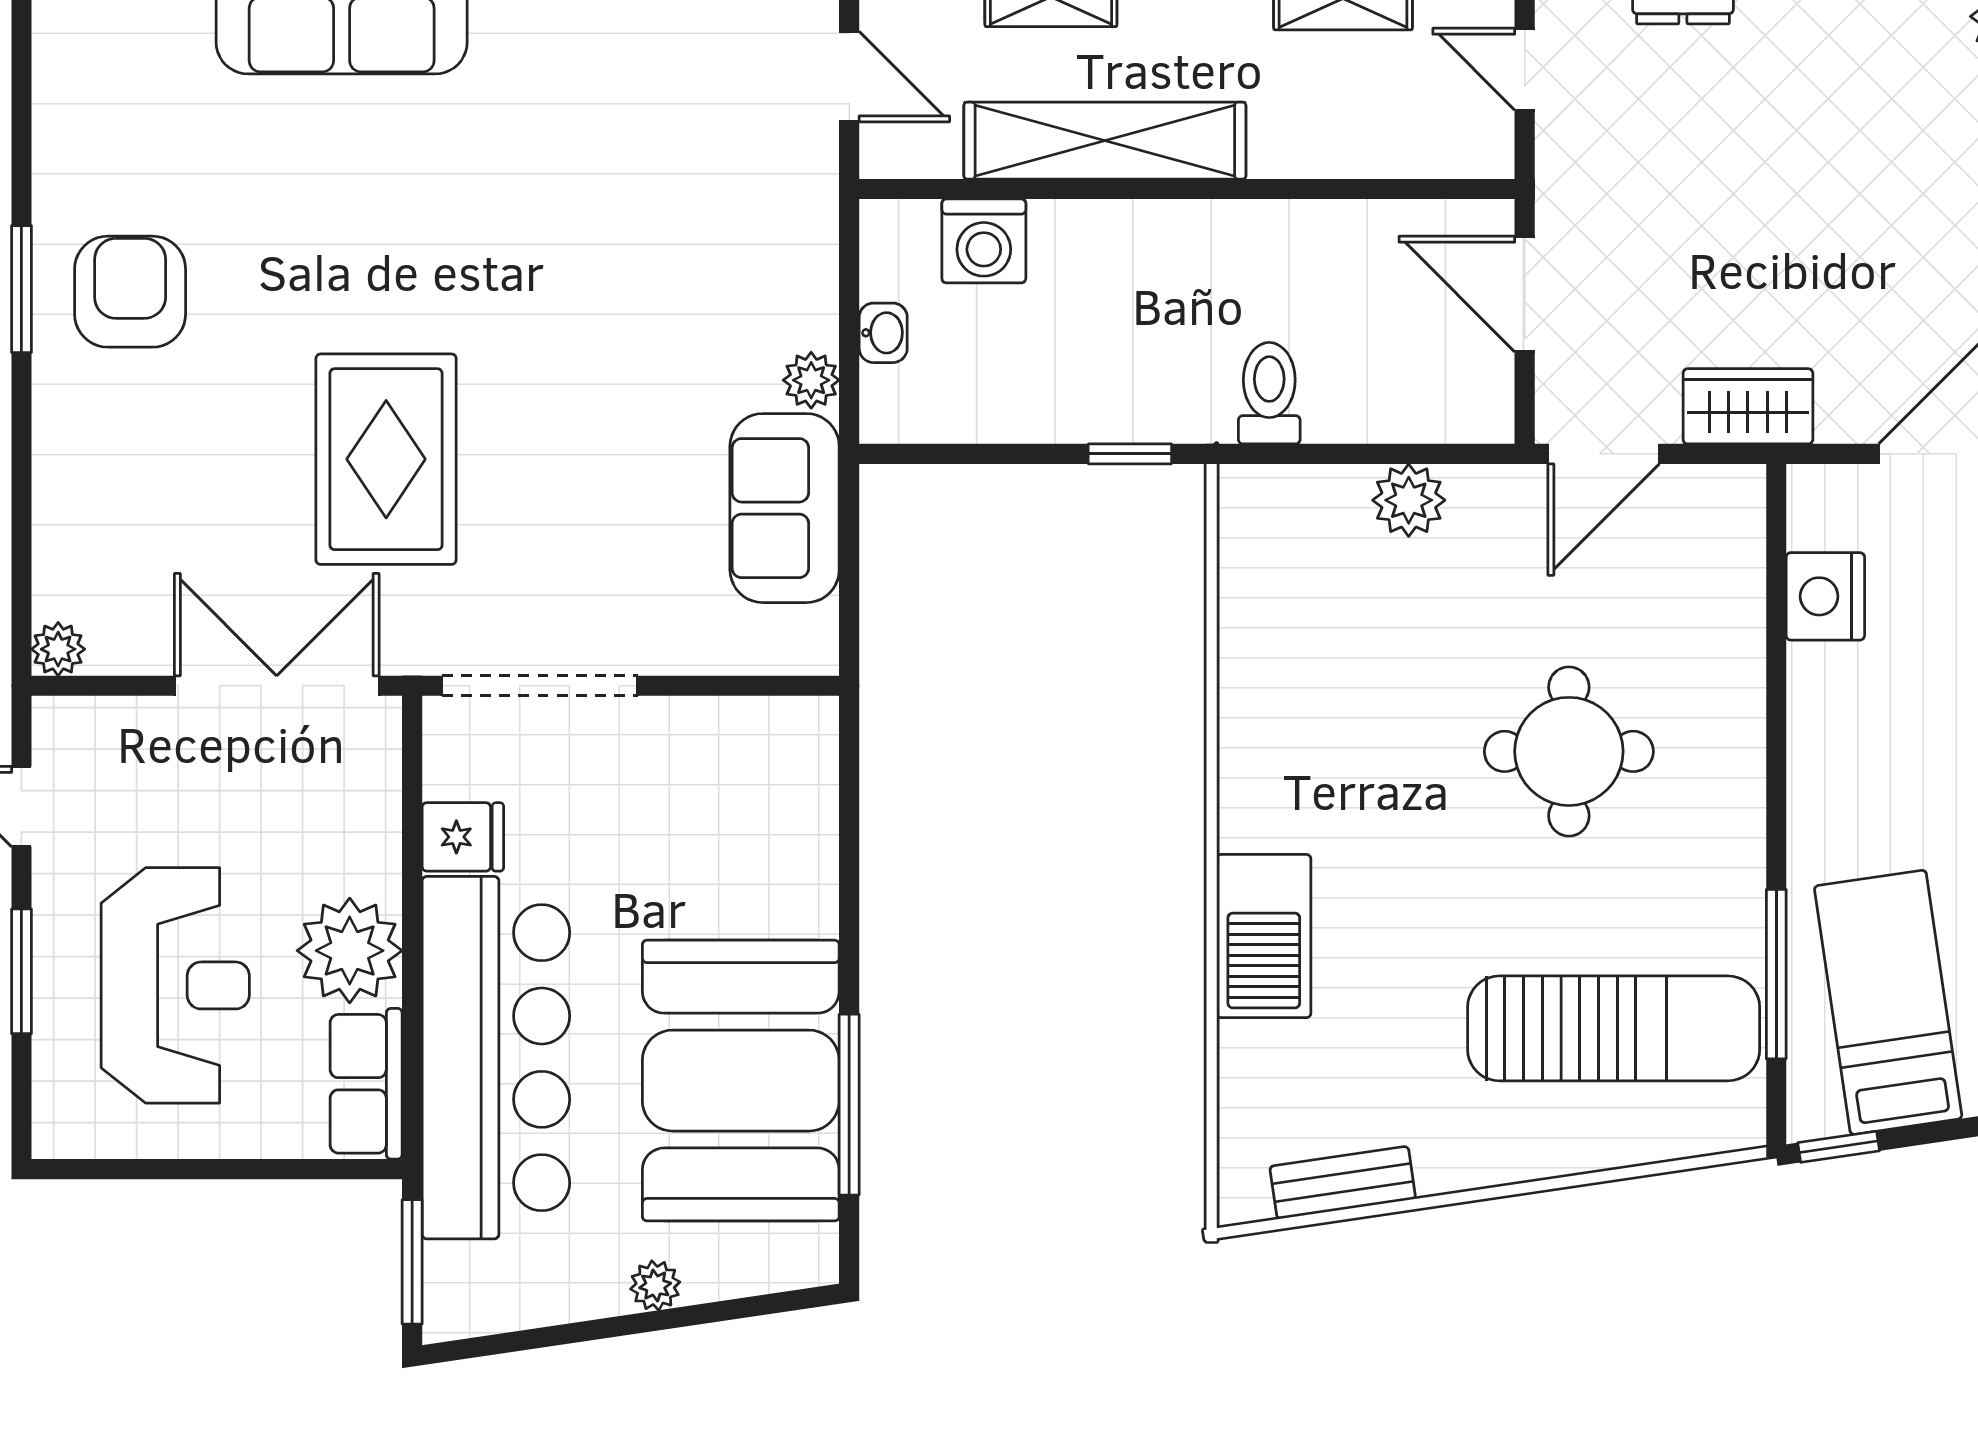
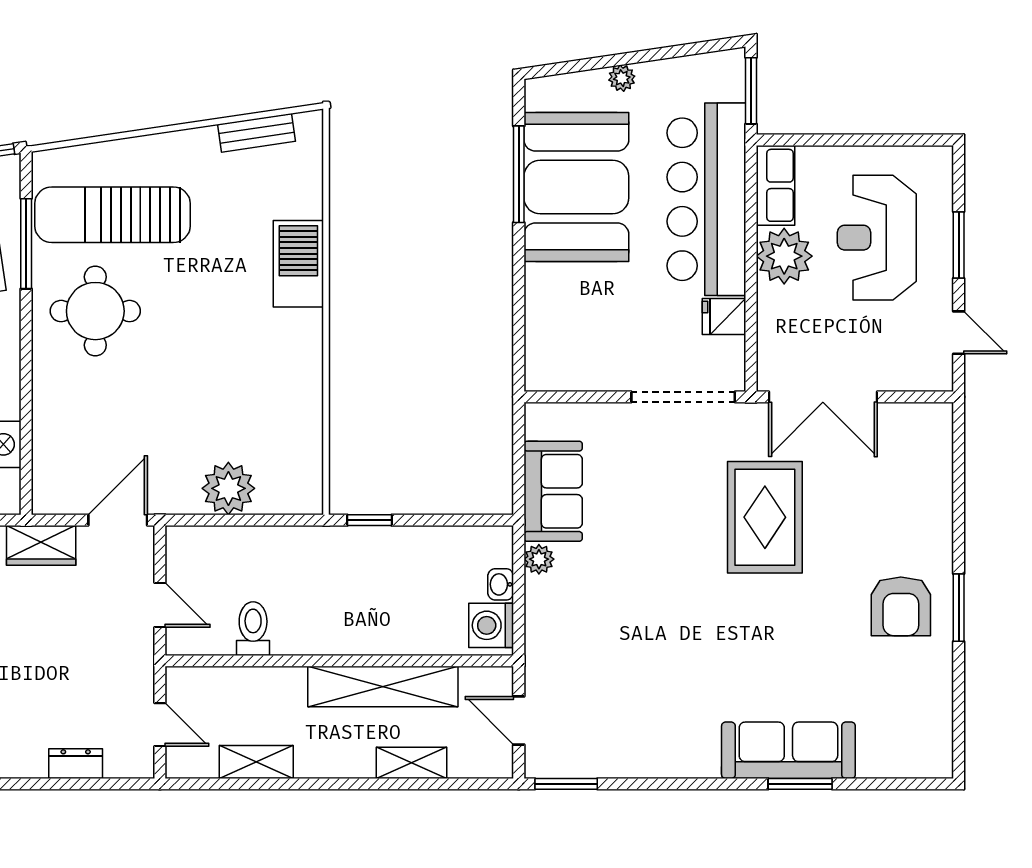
washing machine: (984, 241) -> (491, 625), moved, turned -90
door: (1525, 294) -> (160, 605), width x0.73
toilet: (1269, 393) -> (253, 629), moved, turned 180
plant: (1409, 500) -> (228, 488), width x1.36, depth x1.36
plant: (58, 649) -> (939, 416), removed
round table: (1569, 751) -> (95, 311), moved

